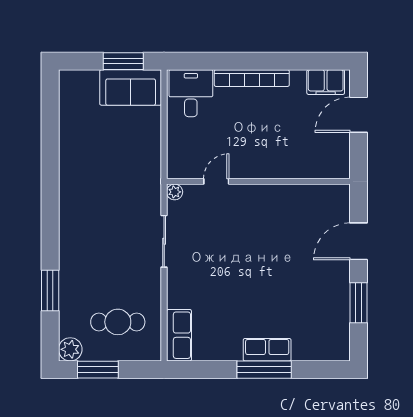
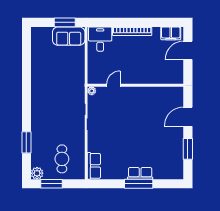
cafe table: (118, 322) -> (62, 159), turned 90

